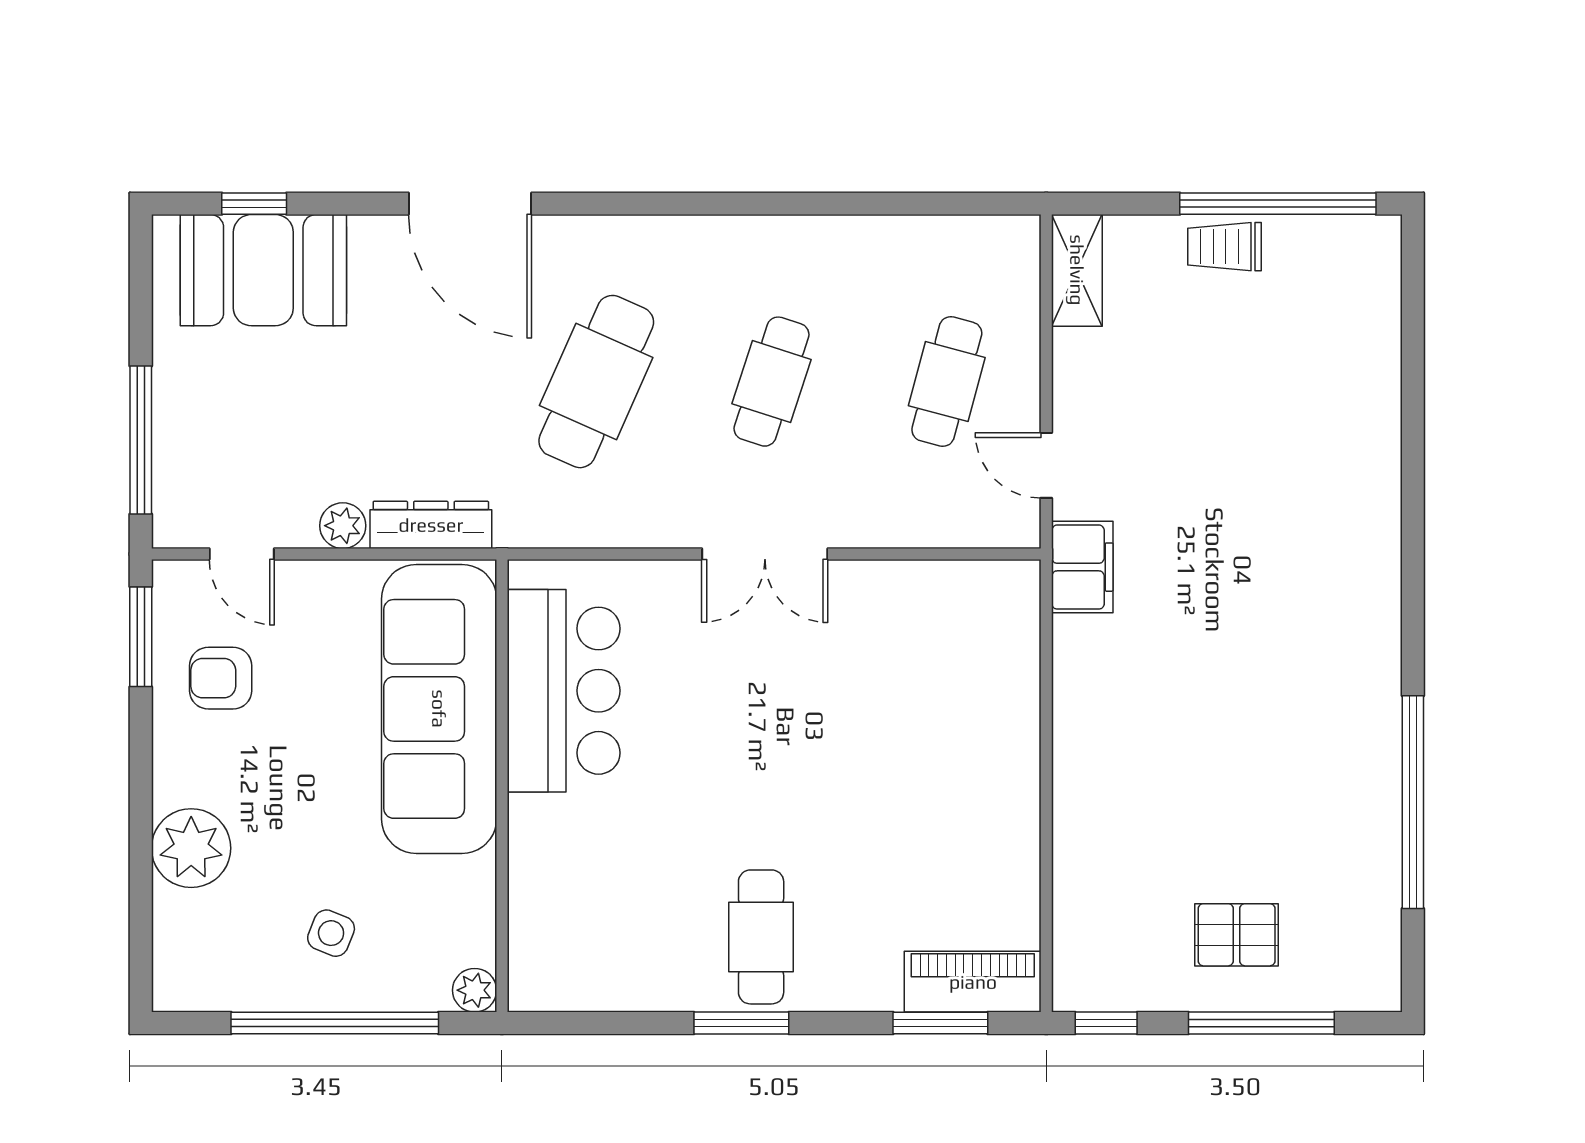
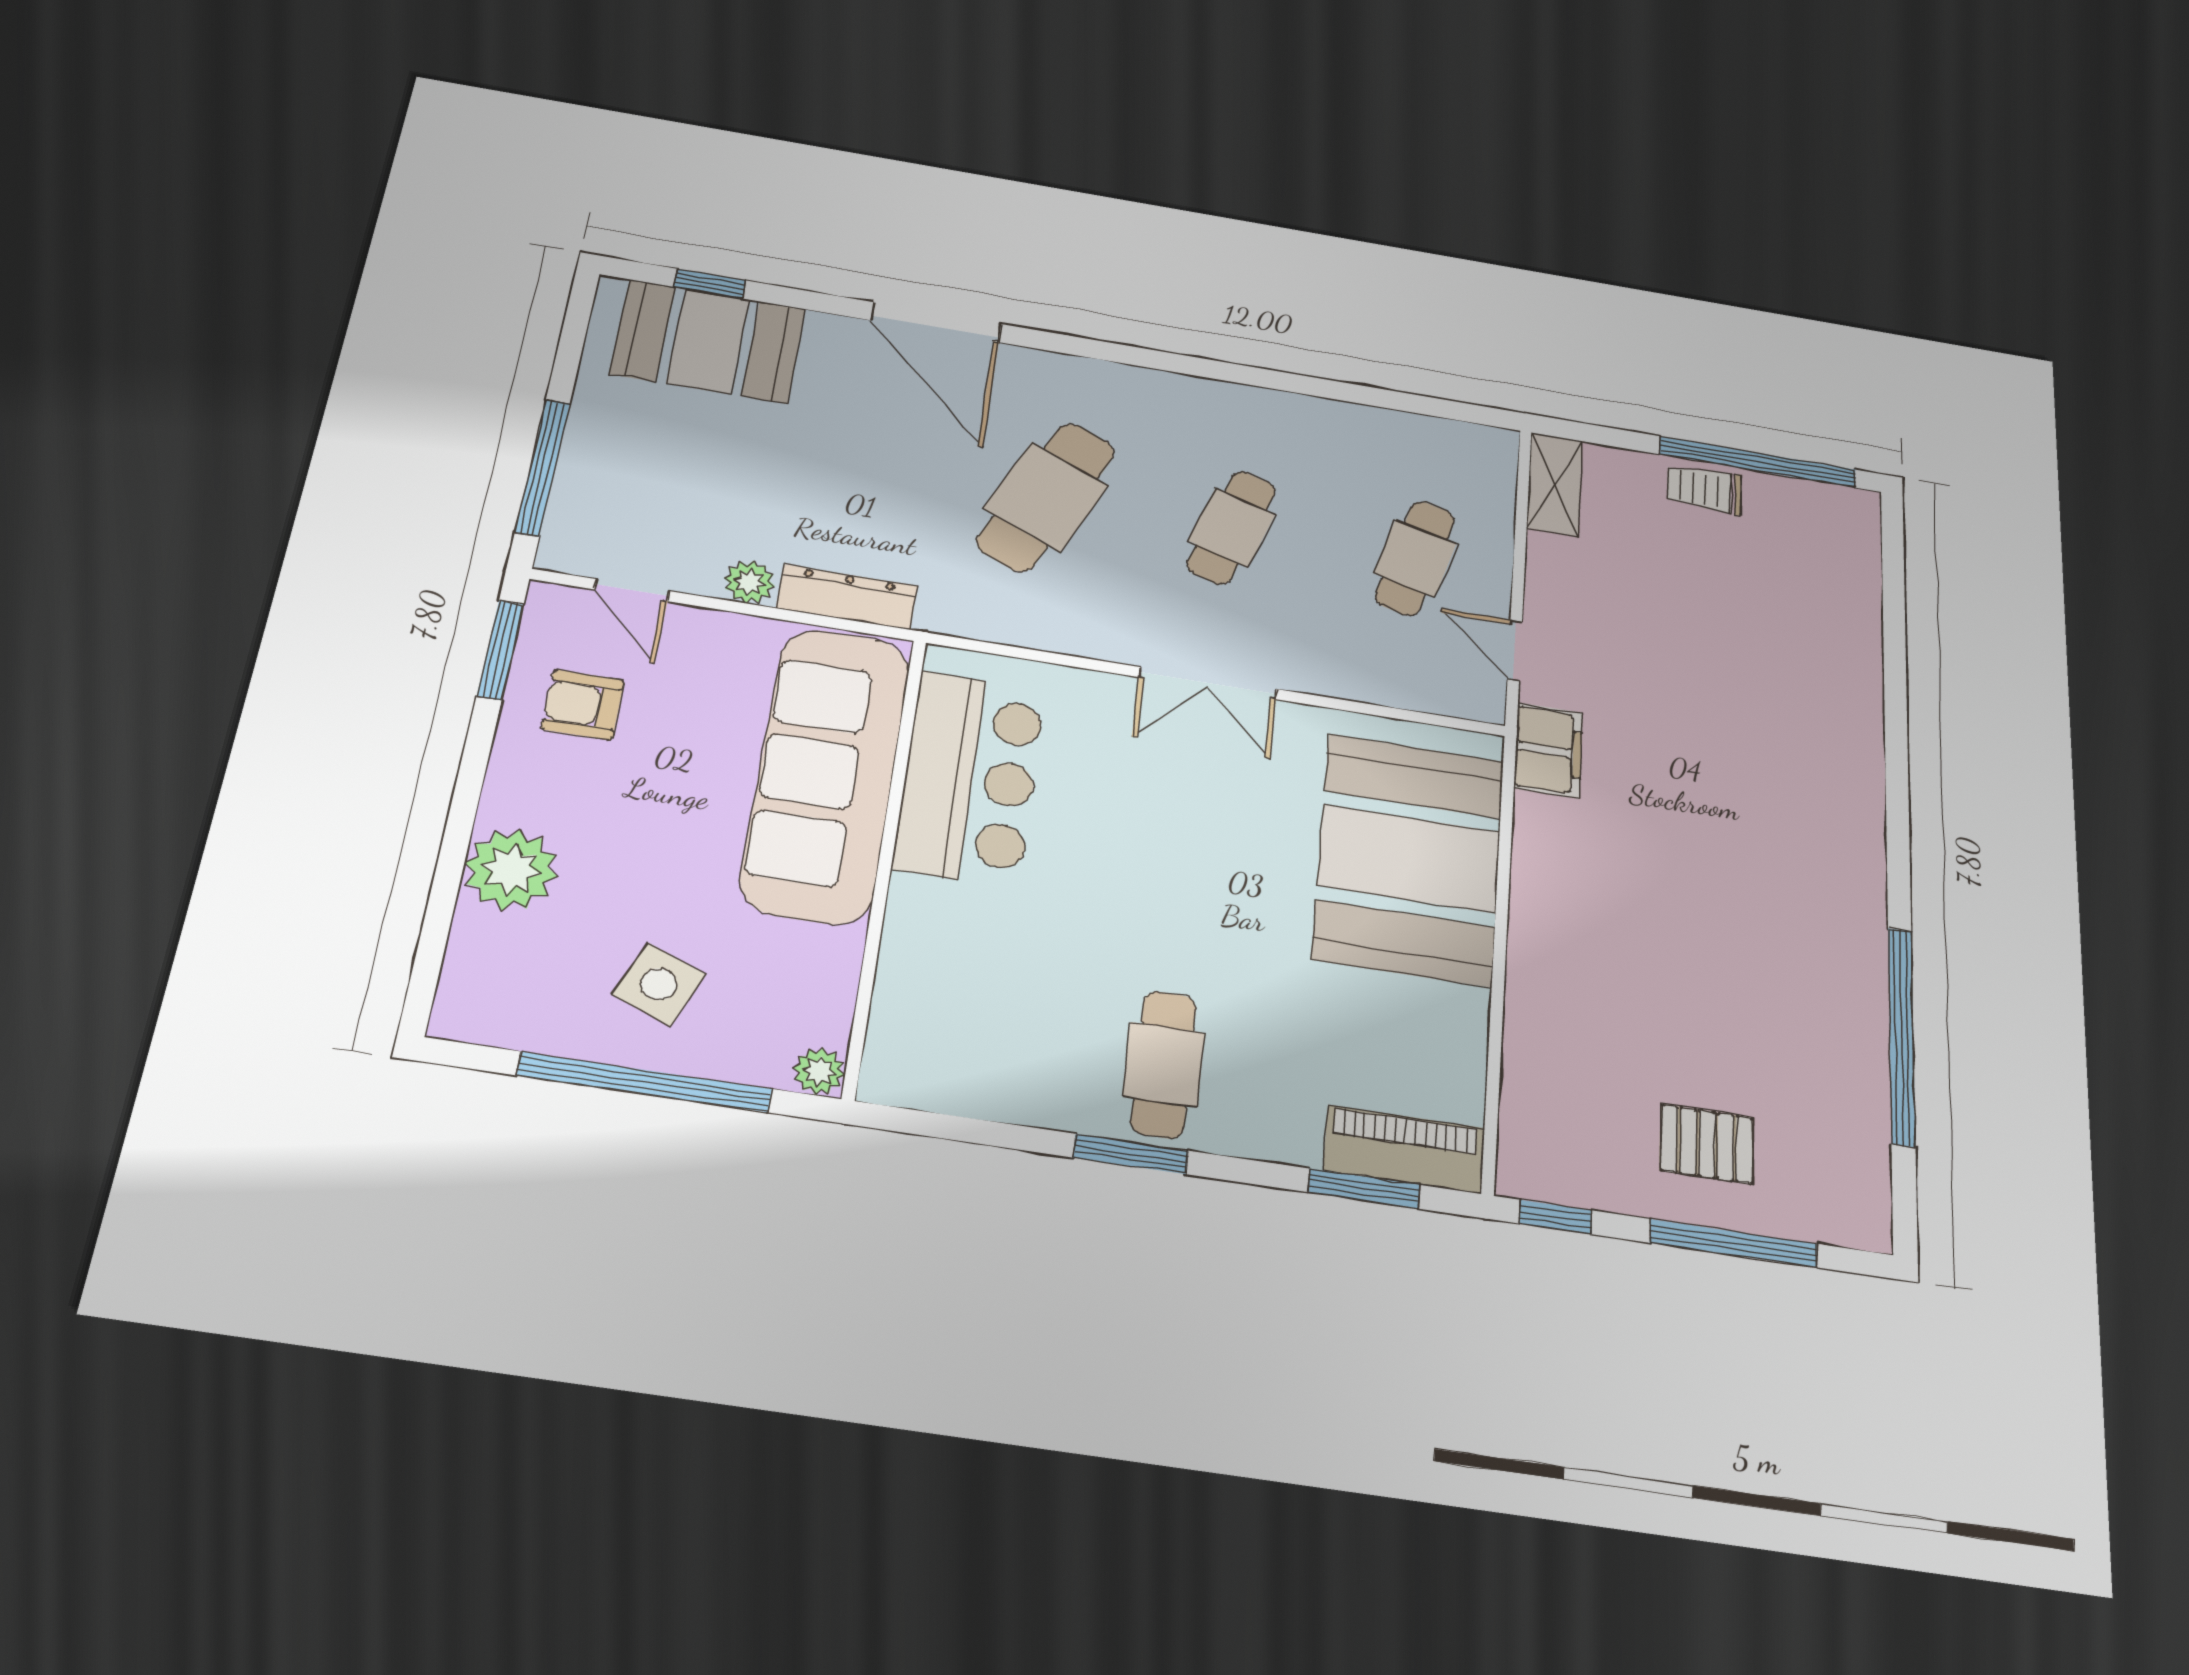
booth: (960, 702) -> (1409, 859), added
side table: (331, 933) -> (659, 984), width x1.37, depth x1.37

